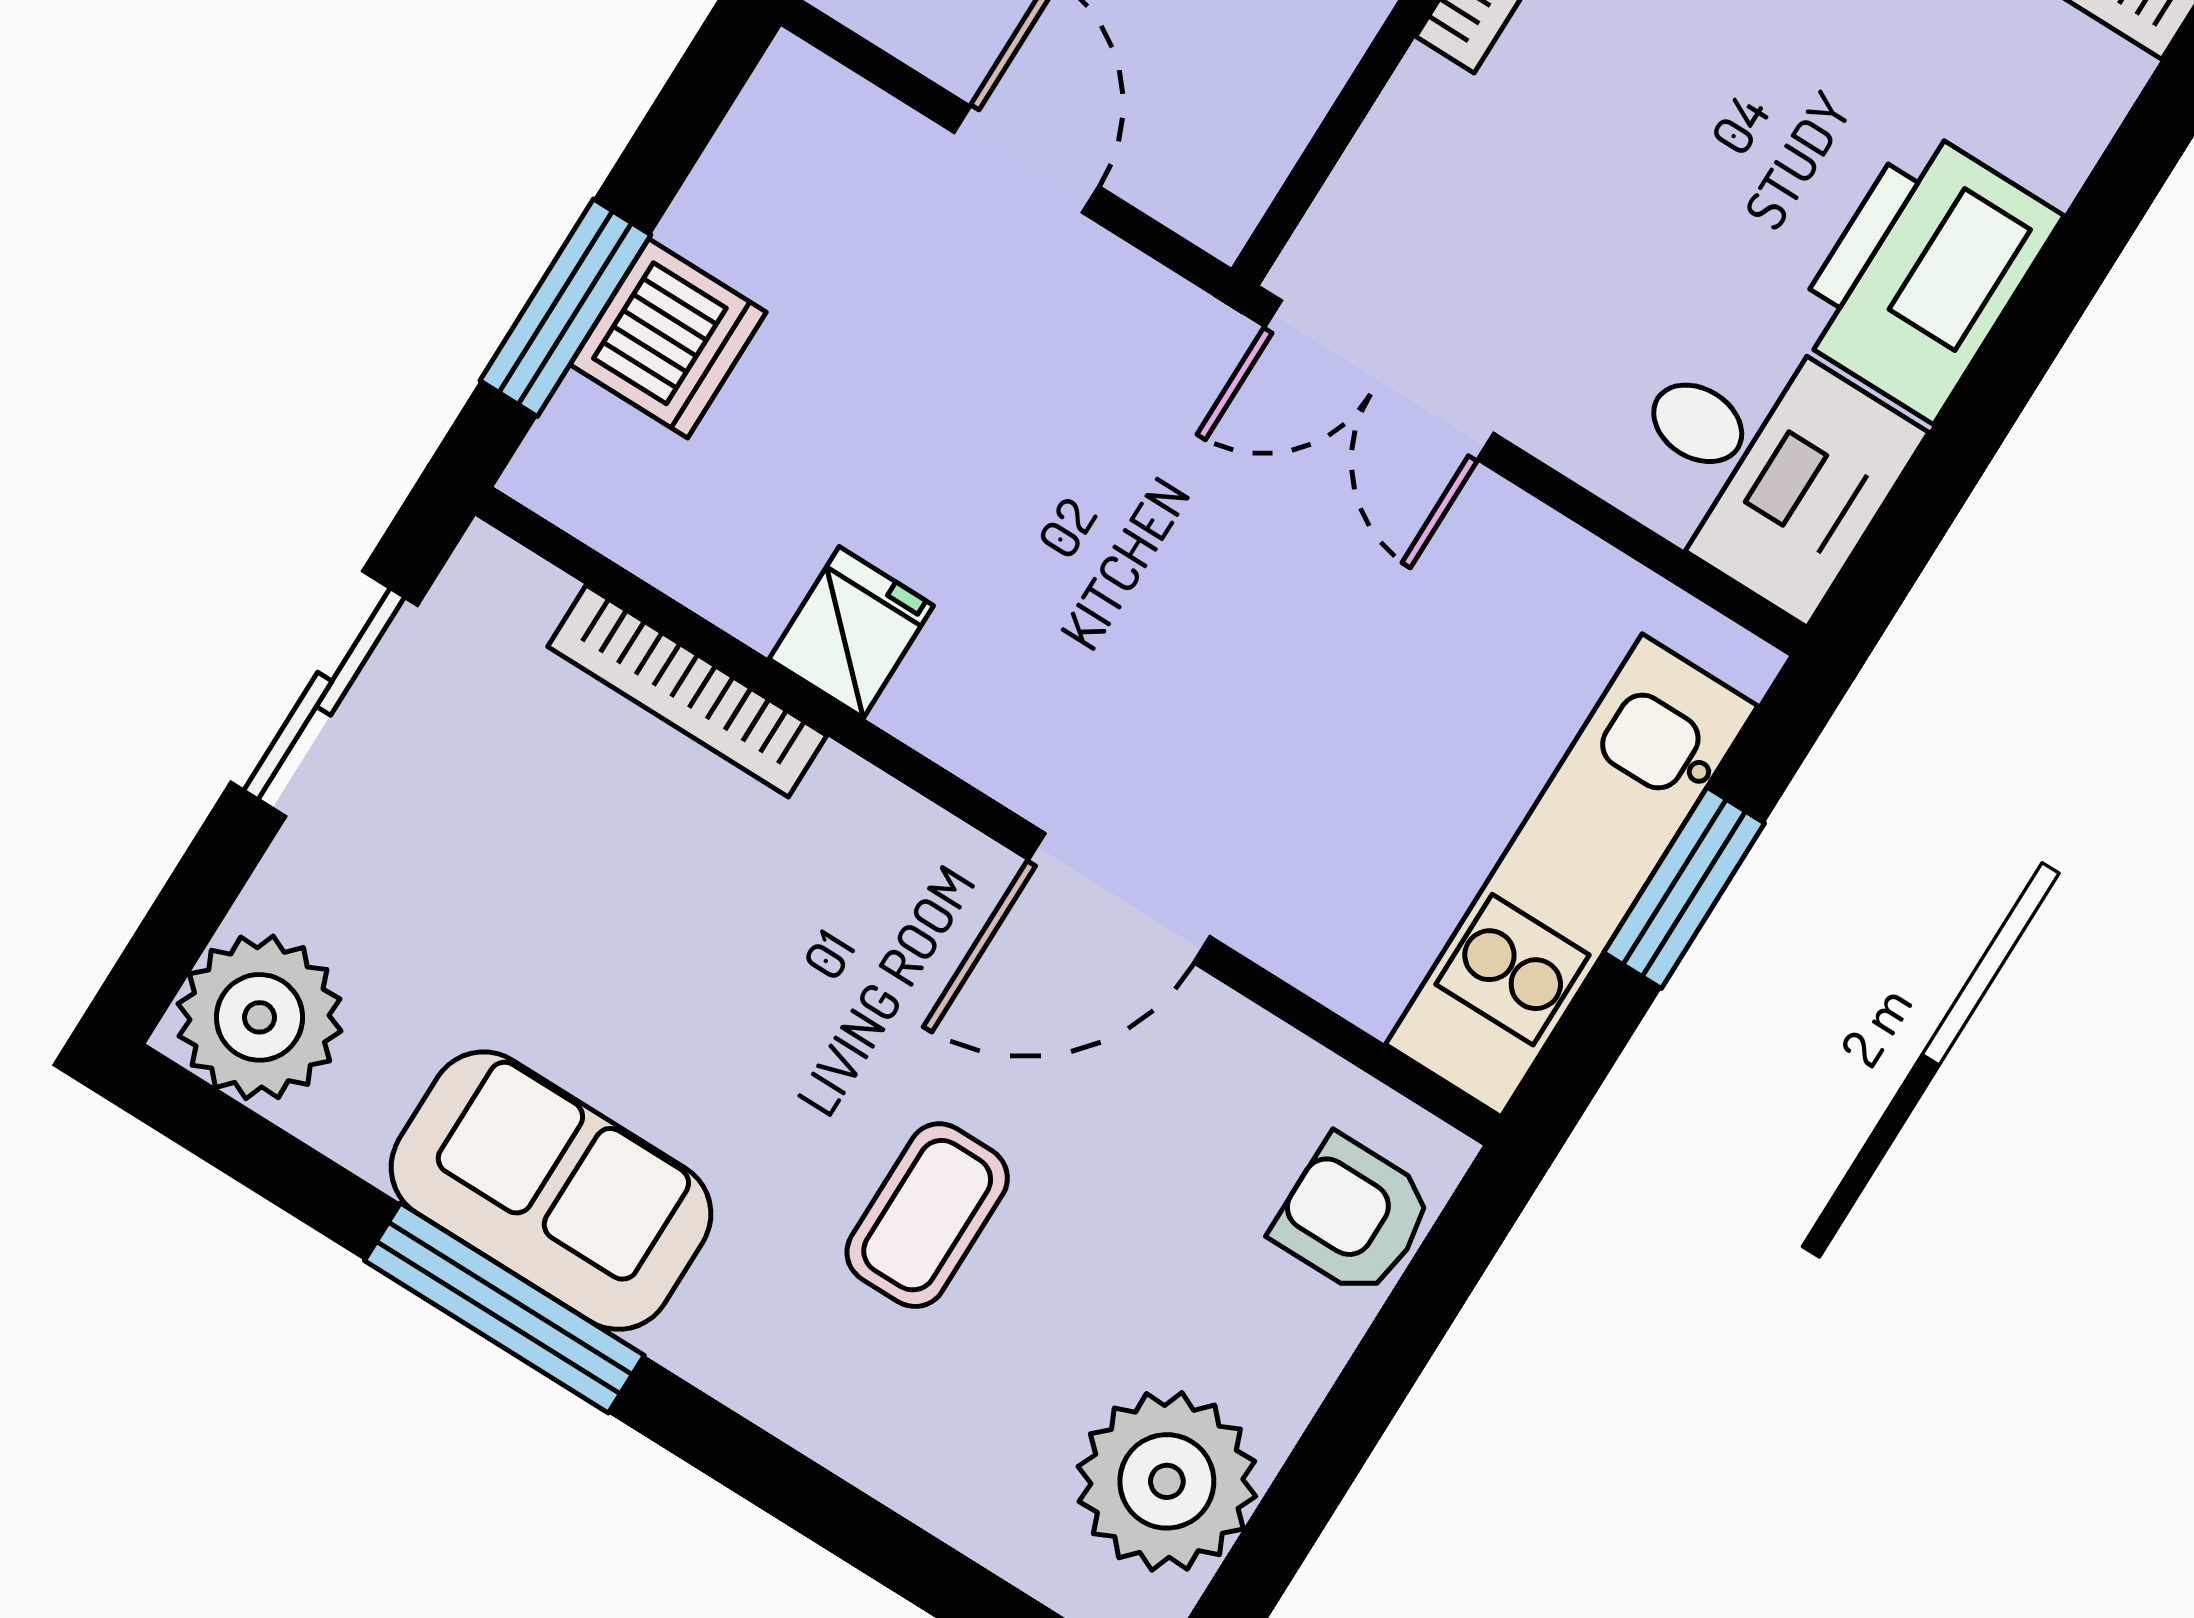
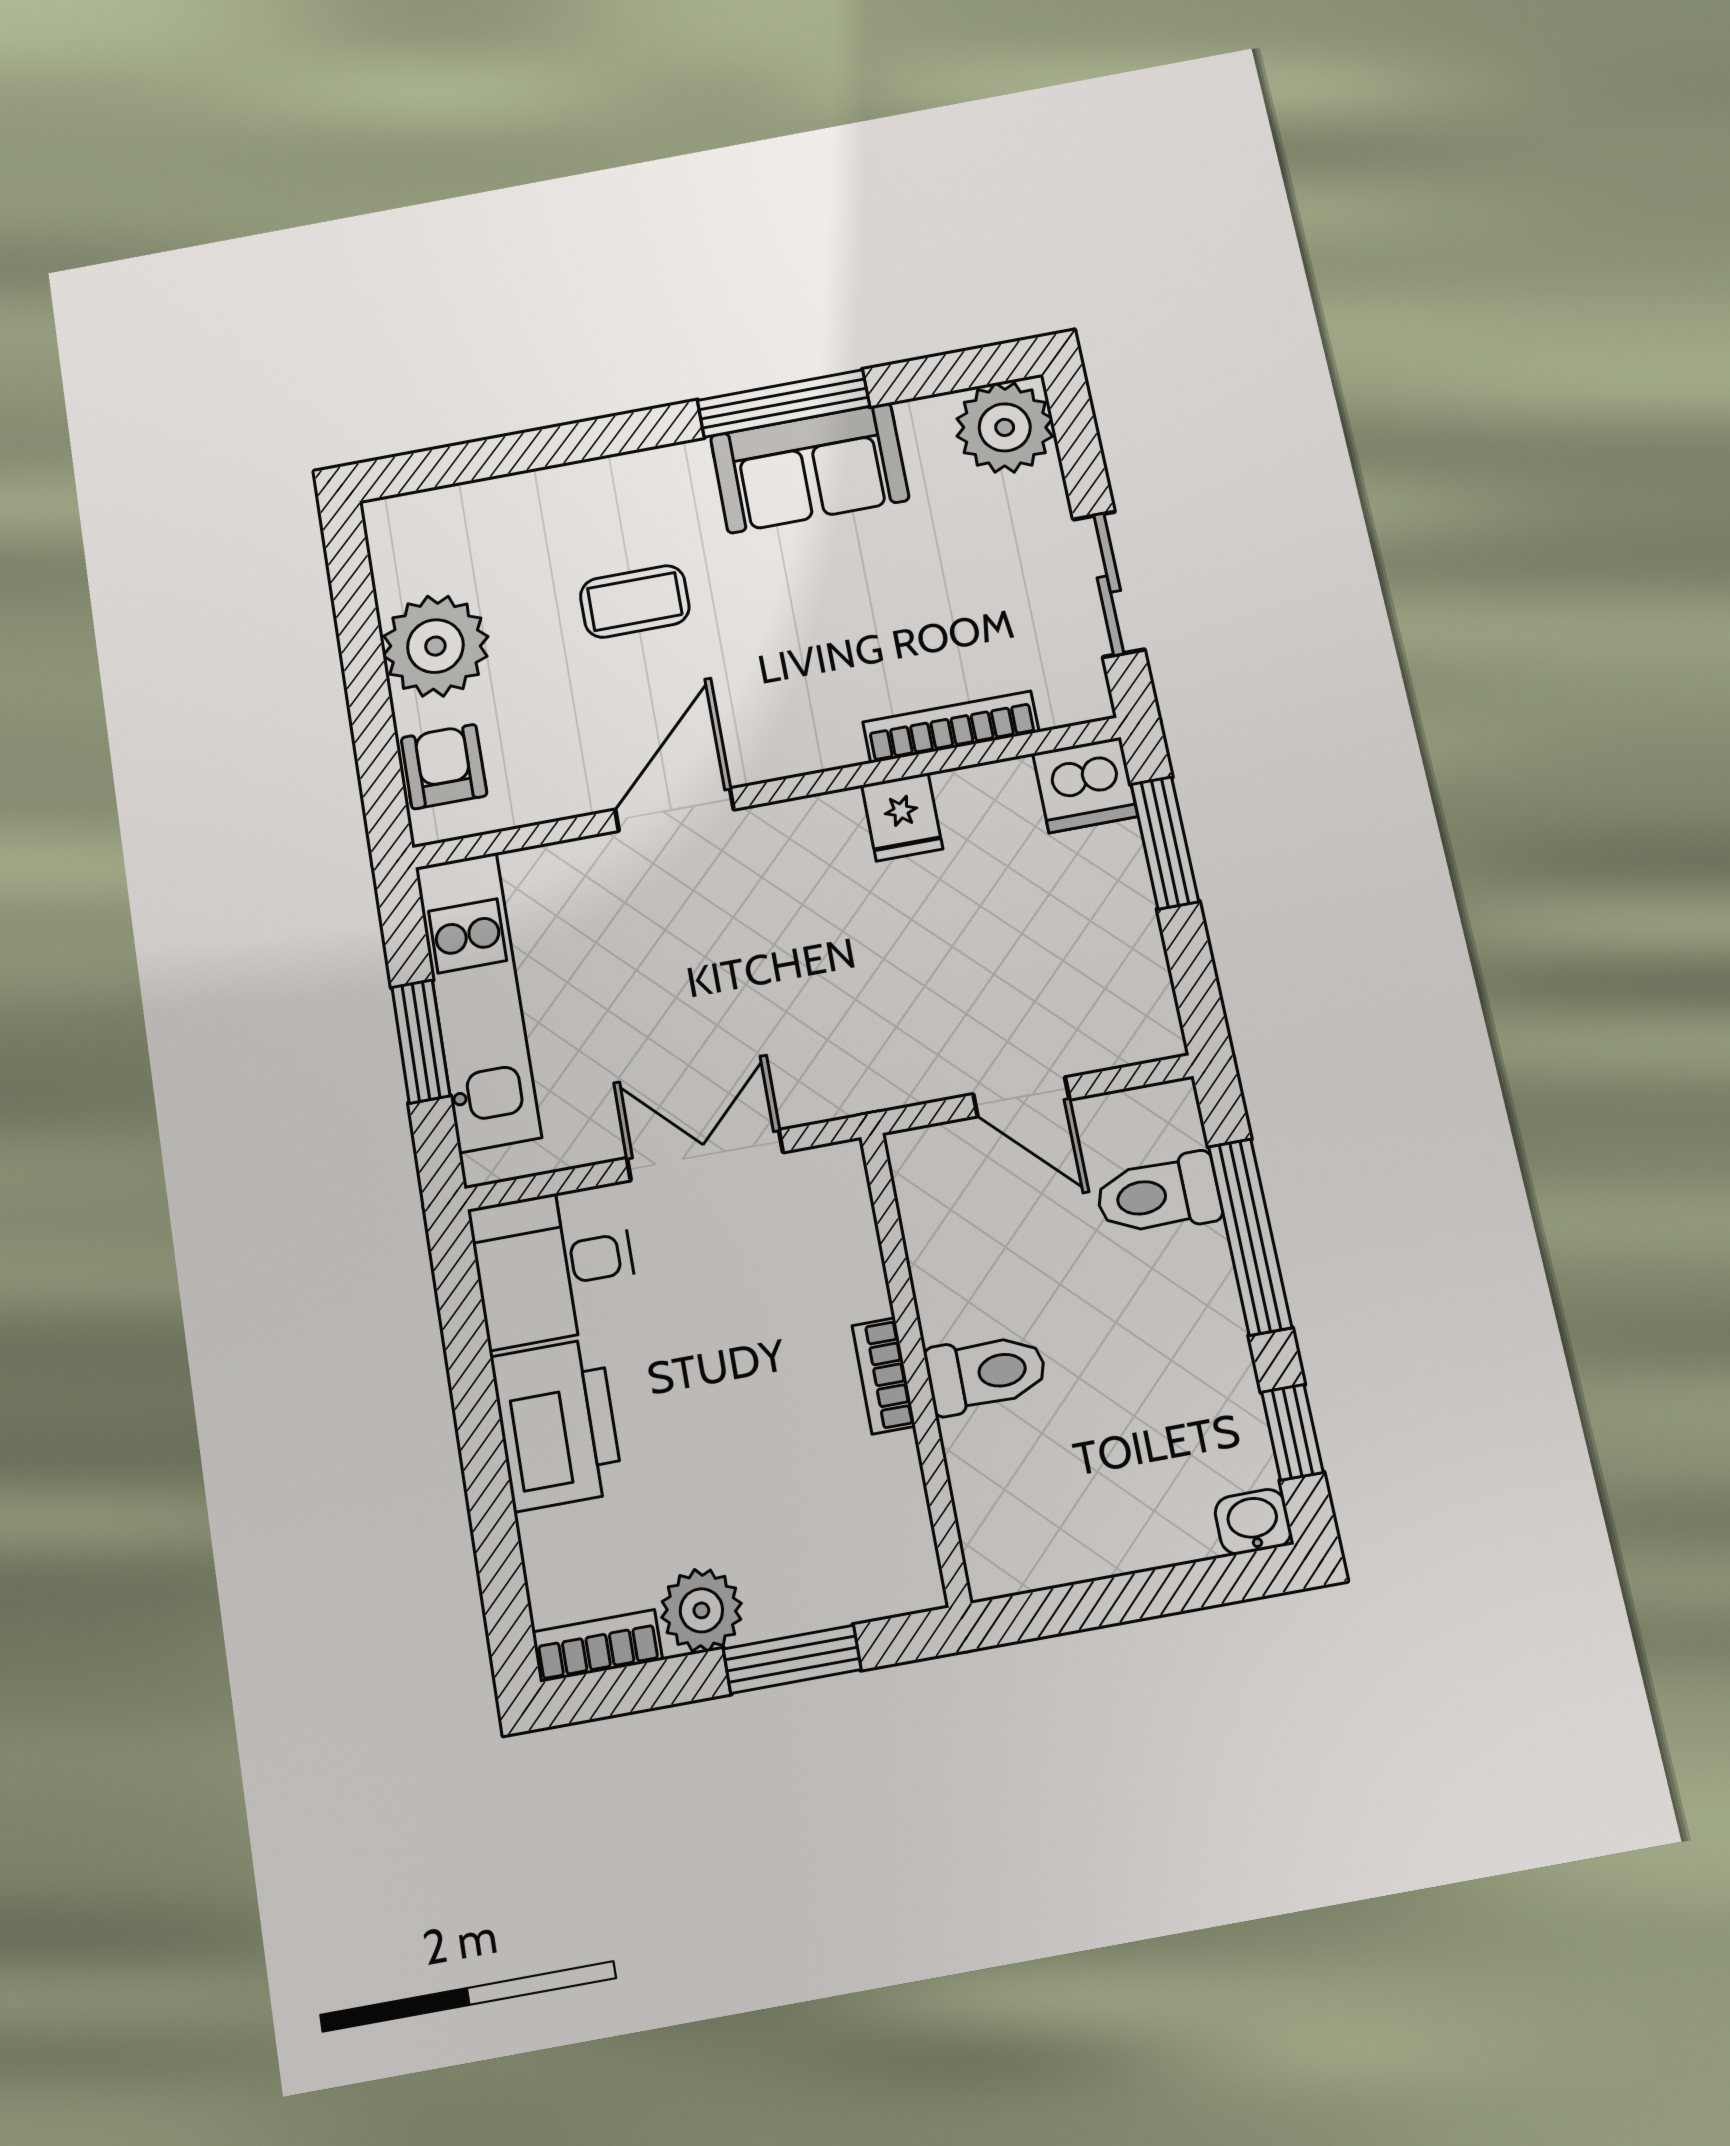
dishwasher: (668, 338) -> (1085, 785), moved, turned -90
double door: (1379, 380) -> (705, 1155), moved
coffee table: (927, 1215) -> (635, 601), turned 90
armchair: (1353, 1216) -> (444, 767), turned -90
plant: (1167, 1481) -> (435, 646), moved

